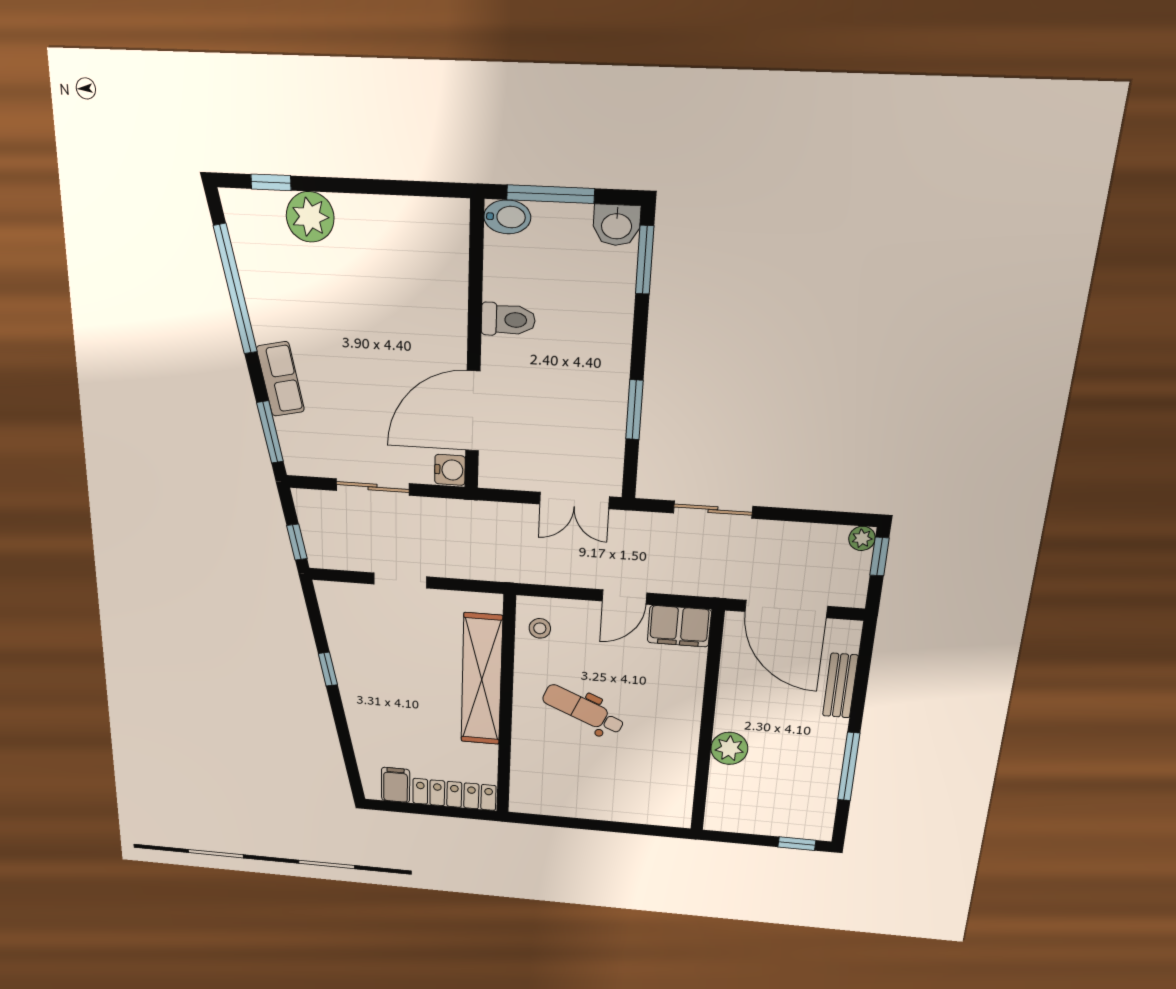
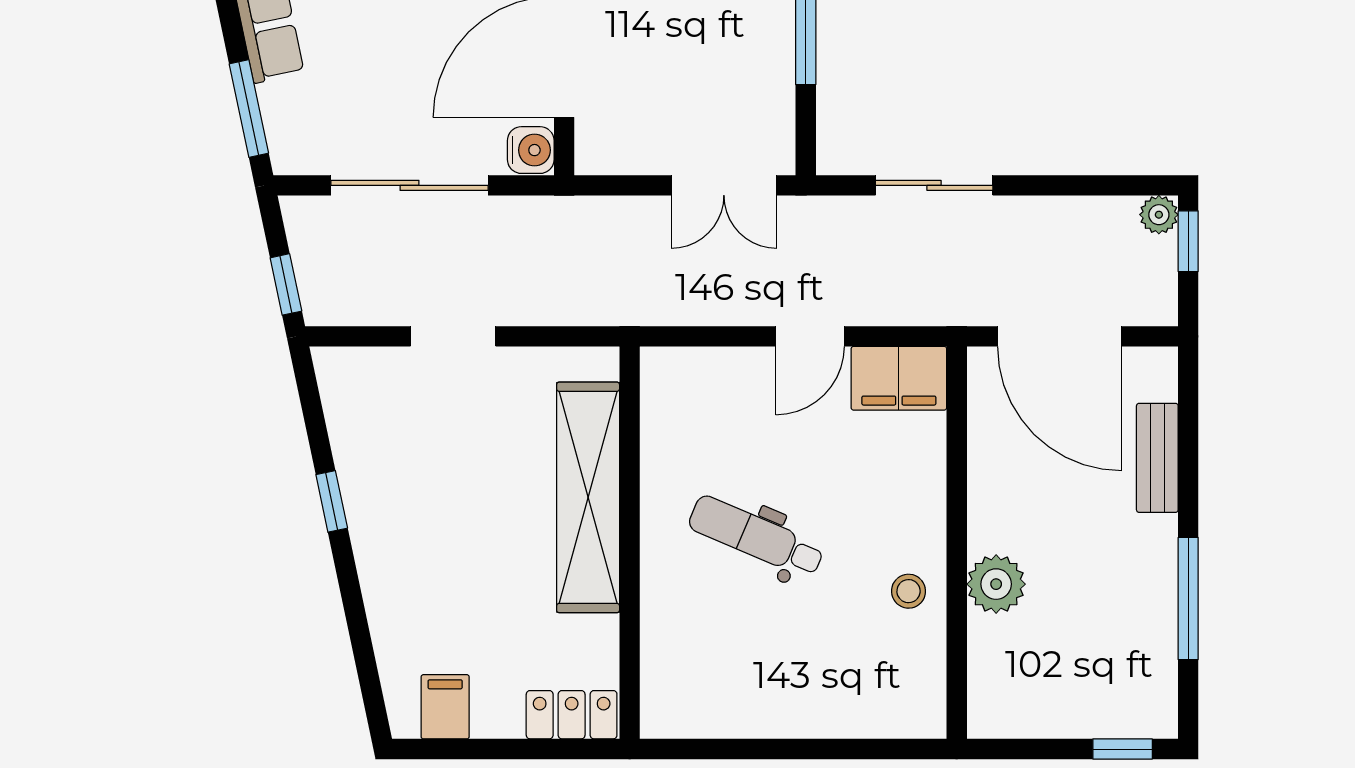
sliding door: (373, 487) -> (409, 185), width x1.37
stool: (540, 628) -> (909, 591), moved
locker: (454, 794) -> (572, 715), width x0.66

